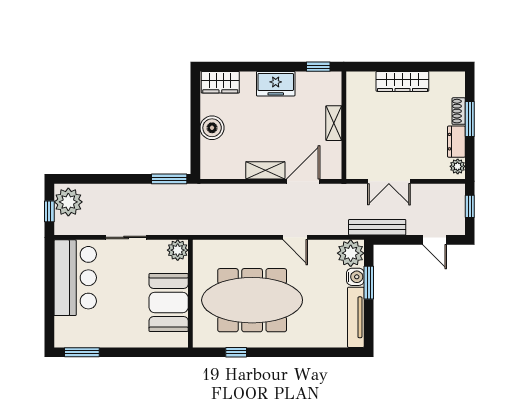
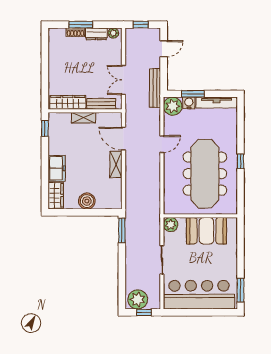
wardrobe: (402, 81) -> (68, 102), moved, turned -90
freezer: (276, 84) -> (57, 168), moved
bench: (354, 149) -> (101, 104), added
double door: (389, 181) -> (123, 80), swing flipped
bar counter: (75, 278) -> (199, 295), width x1.36
window: (236, 352) -> (240, 161), moved

